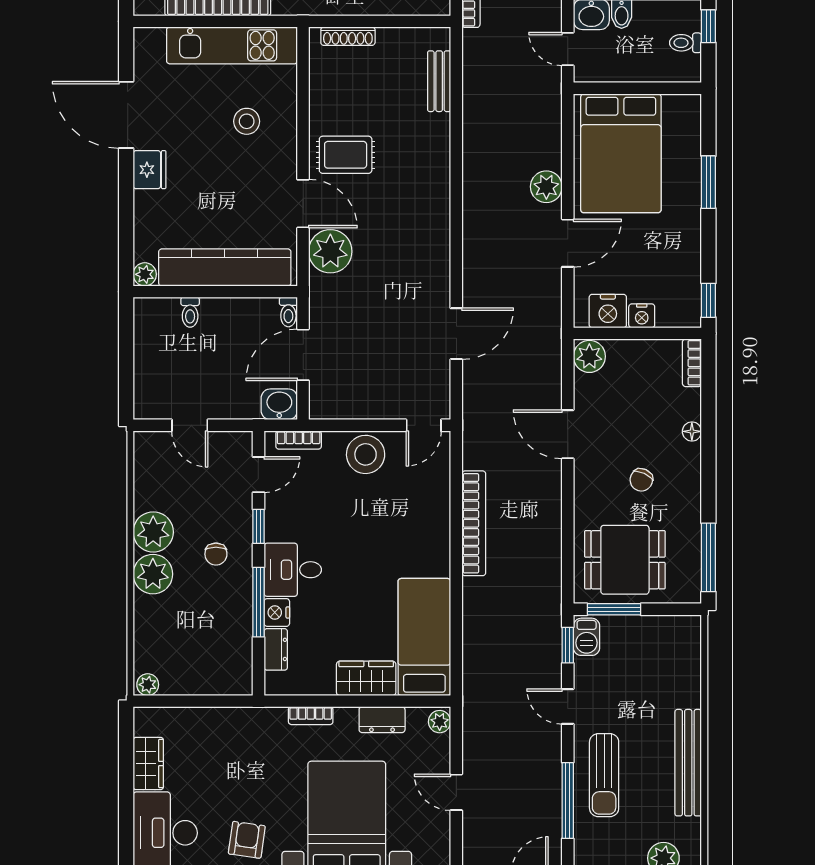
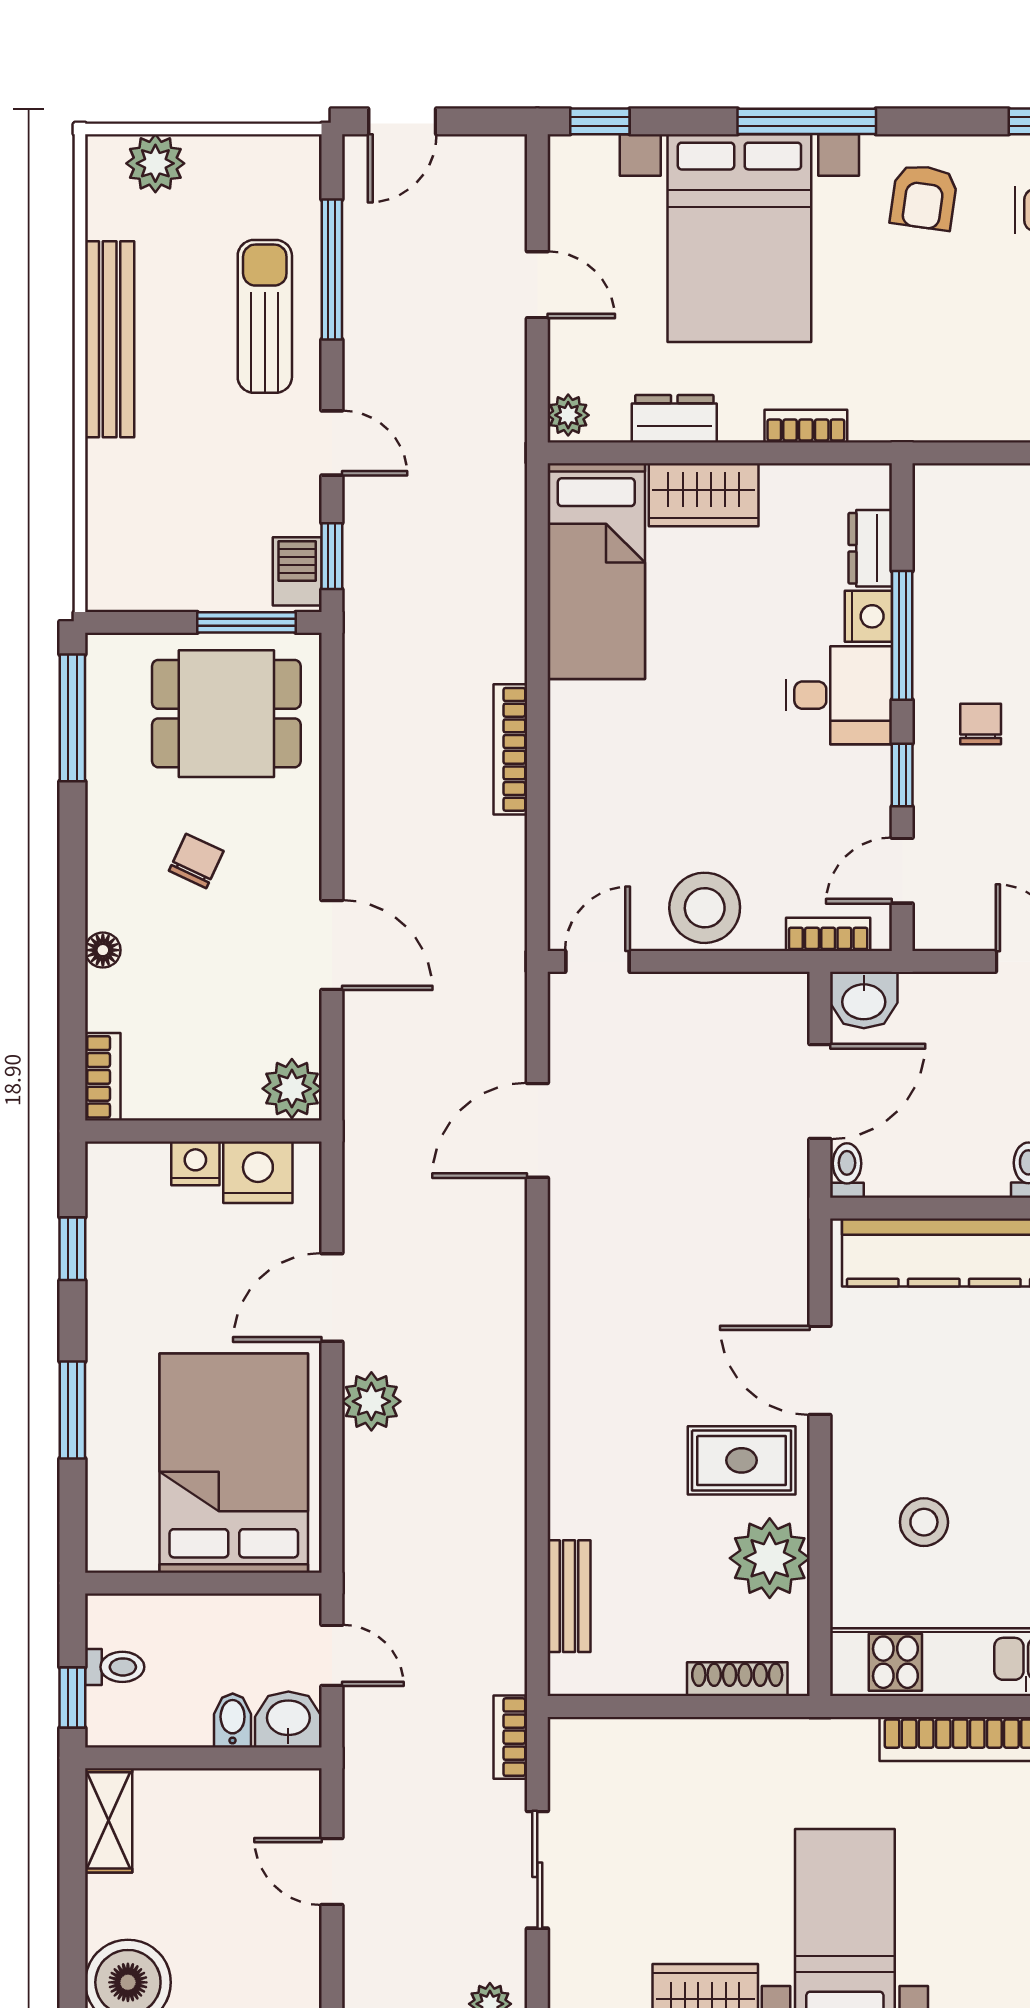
plant: (330, 251) -> (770, 1558), moved
window: (708, 300) -> (72, 1249), moved
bookcase: (474, 523) -> (510, 749), width x0.68, depth x0.76

